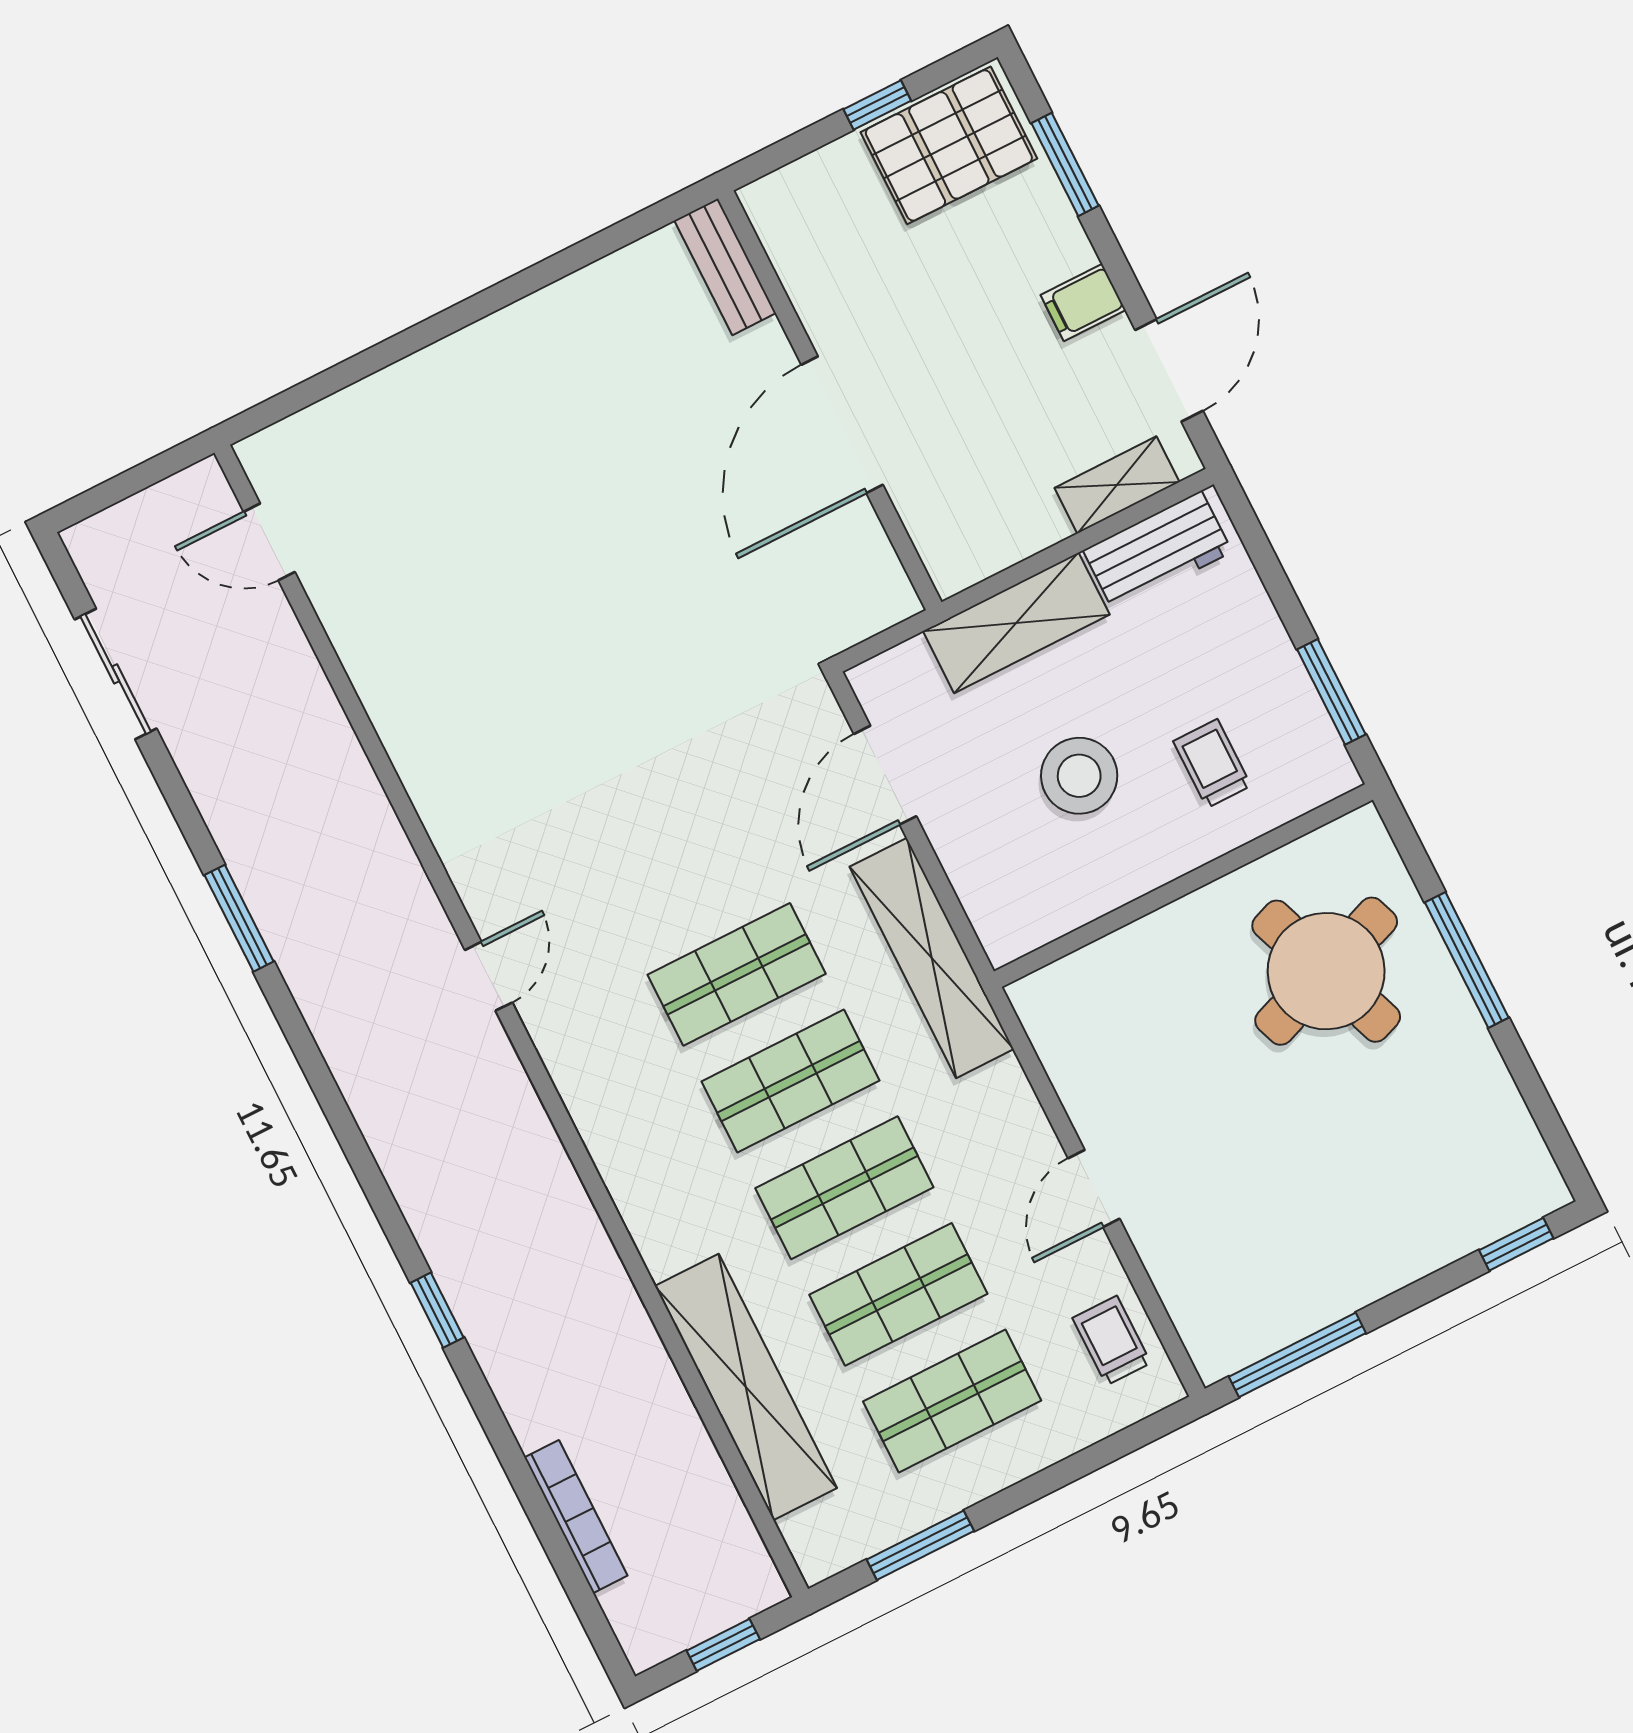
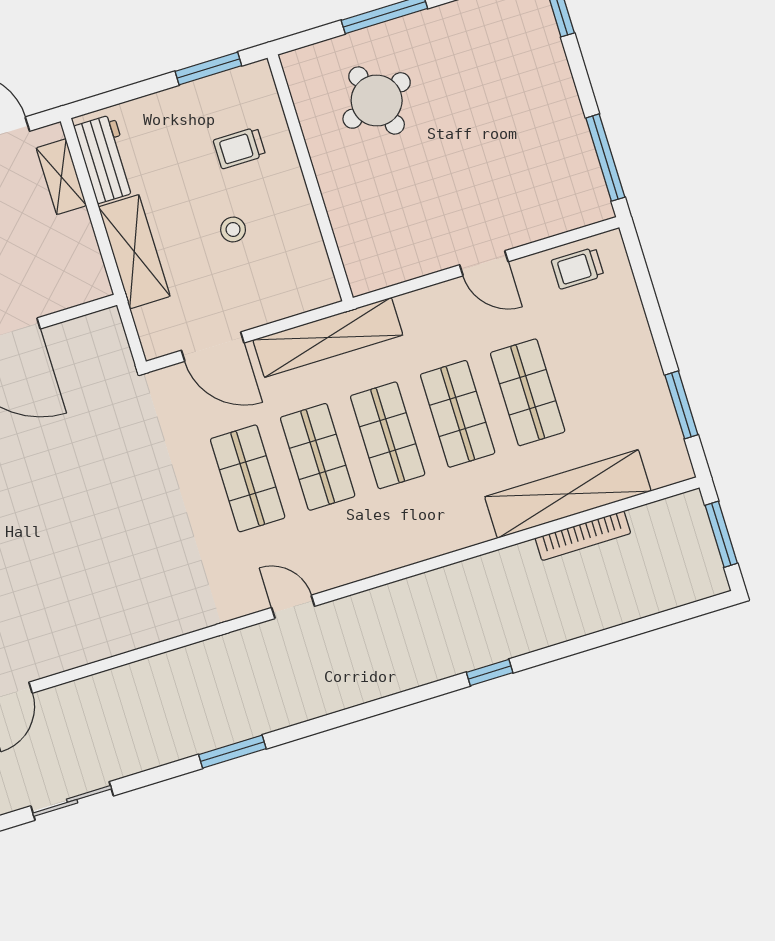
stool: (1079, 776) -> (233, 229), width x0.53, depth x0.53
round table: (1326, 971) -> (377, 100), width x0.73, depth x0.73
shop shelf: (952, 1401) -> (248, 478), moved
bookcase: (576, 1517) -> (583, 536), moved, turned 180
window: (723, 1645) -> (721, 534), width x1.50

